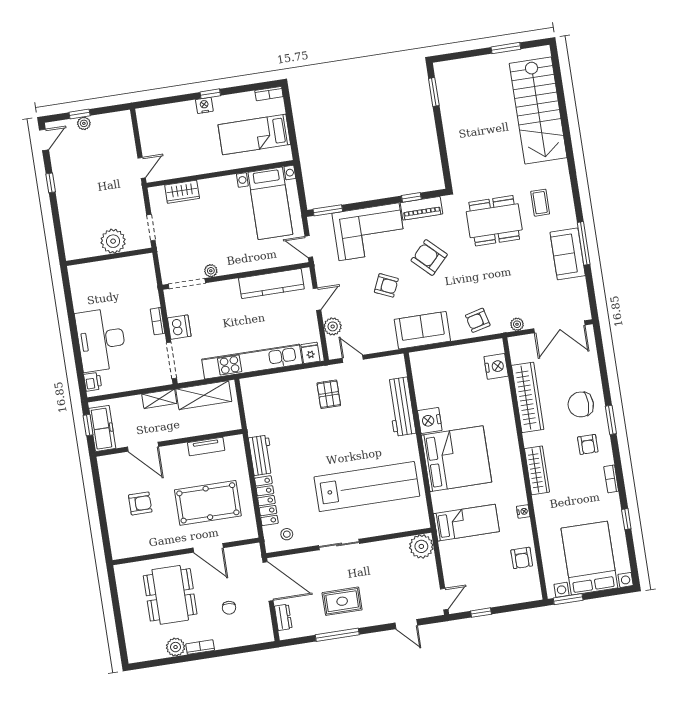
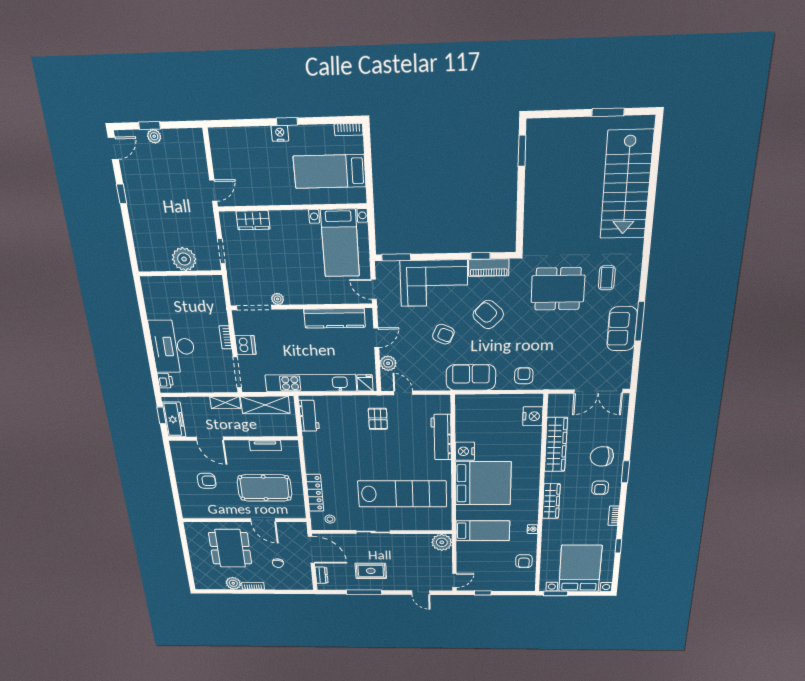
armchair: (478, 320) -> (524, 376), turned 104
plant: (517, 324) -> (560, 384), removed
workbench: (261, 455) -> (309, 416), moved

